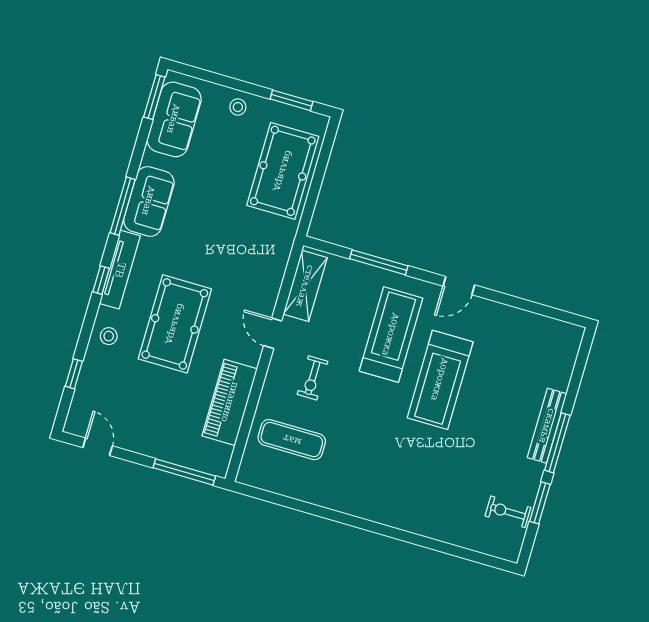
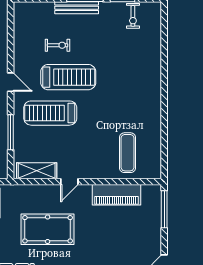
pool table: (175, 324) -> (48, 229), moved
exercise bike: (313, 378) -> (58, 45), moved

